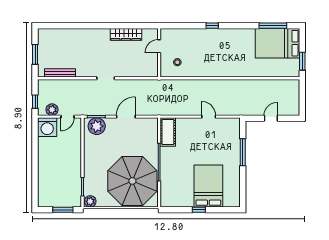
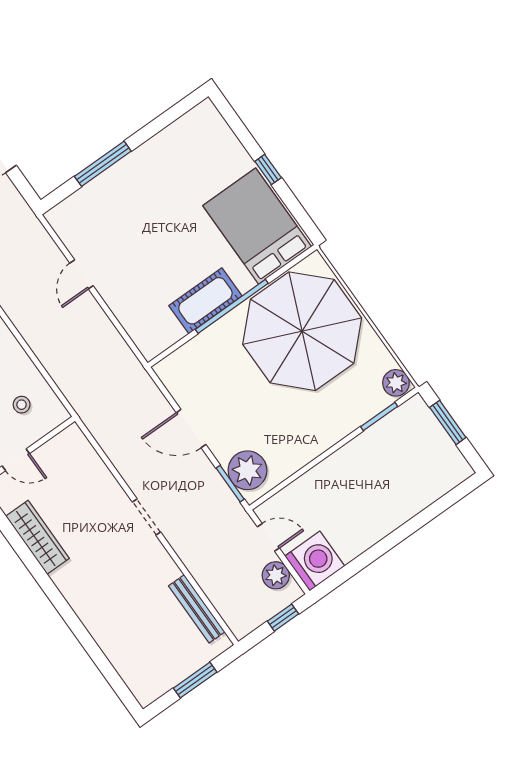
cot: (168, 132) -> (205, 301), moved
bed: (208, 186) -> (257, 226), moved, turned 90

